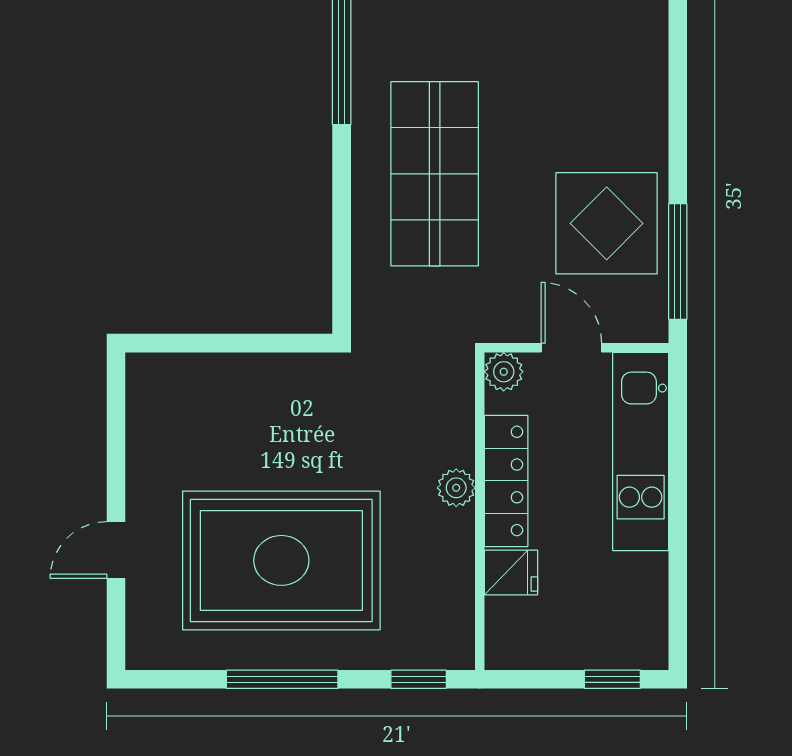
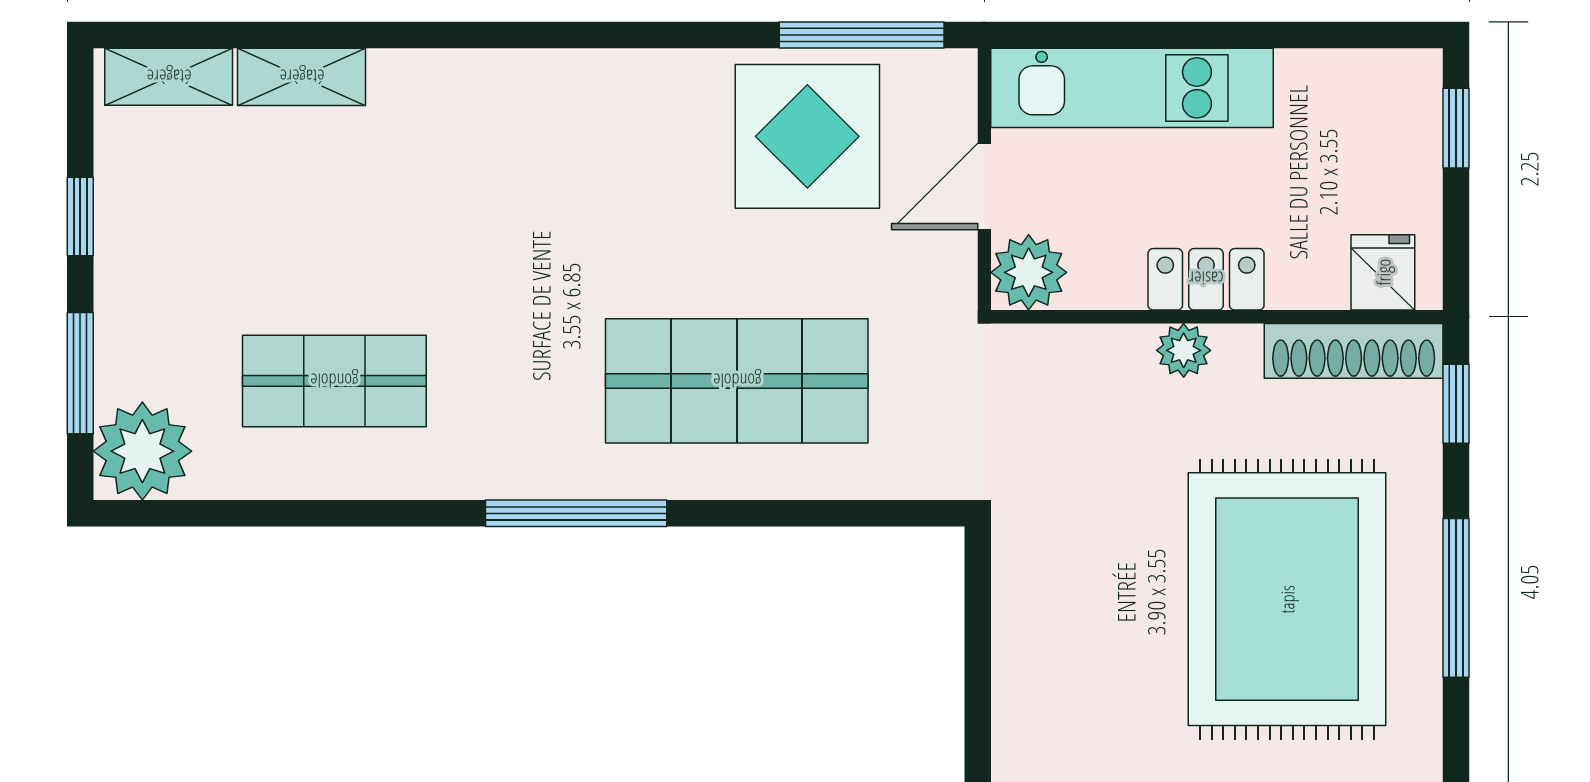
plant: (504, 372) -> (1029, 272), width x1.38, depth x1.38
locker: (506, 481) -> (1206, 279), width x0.66
fridge: (511, 572) -> (1383, 272), moved
shoe rack: (456, 607) -> (1354, 351), added

